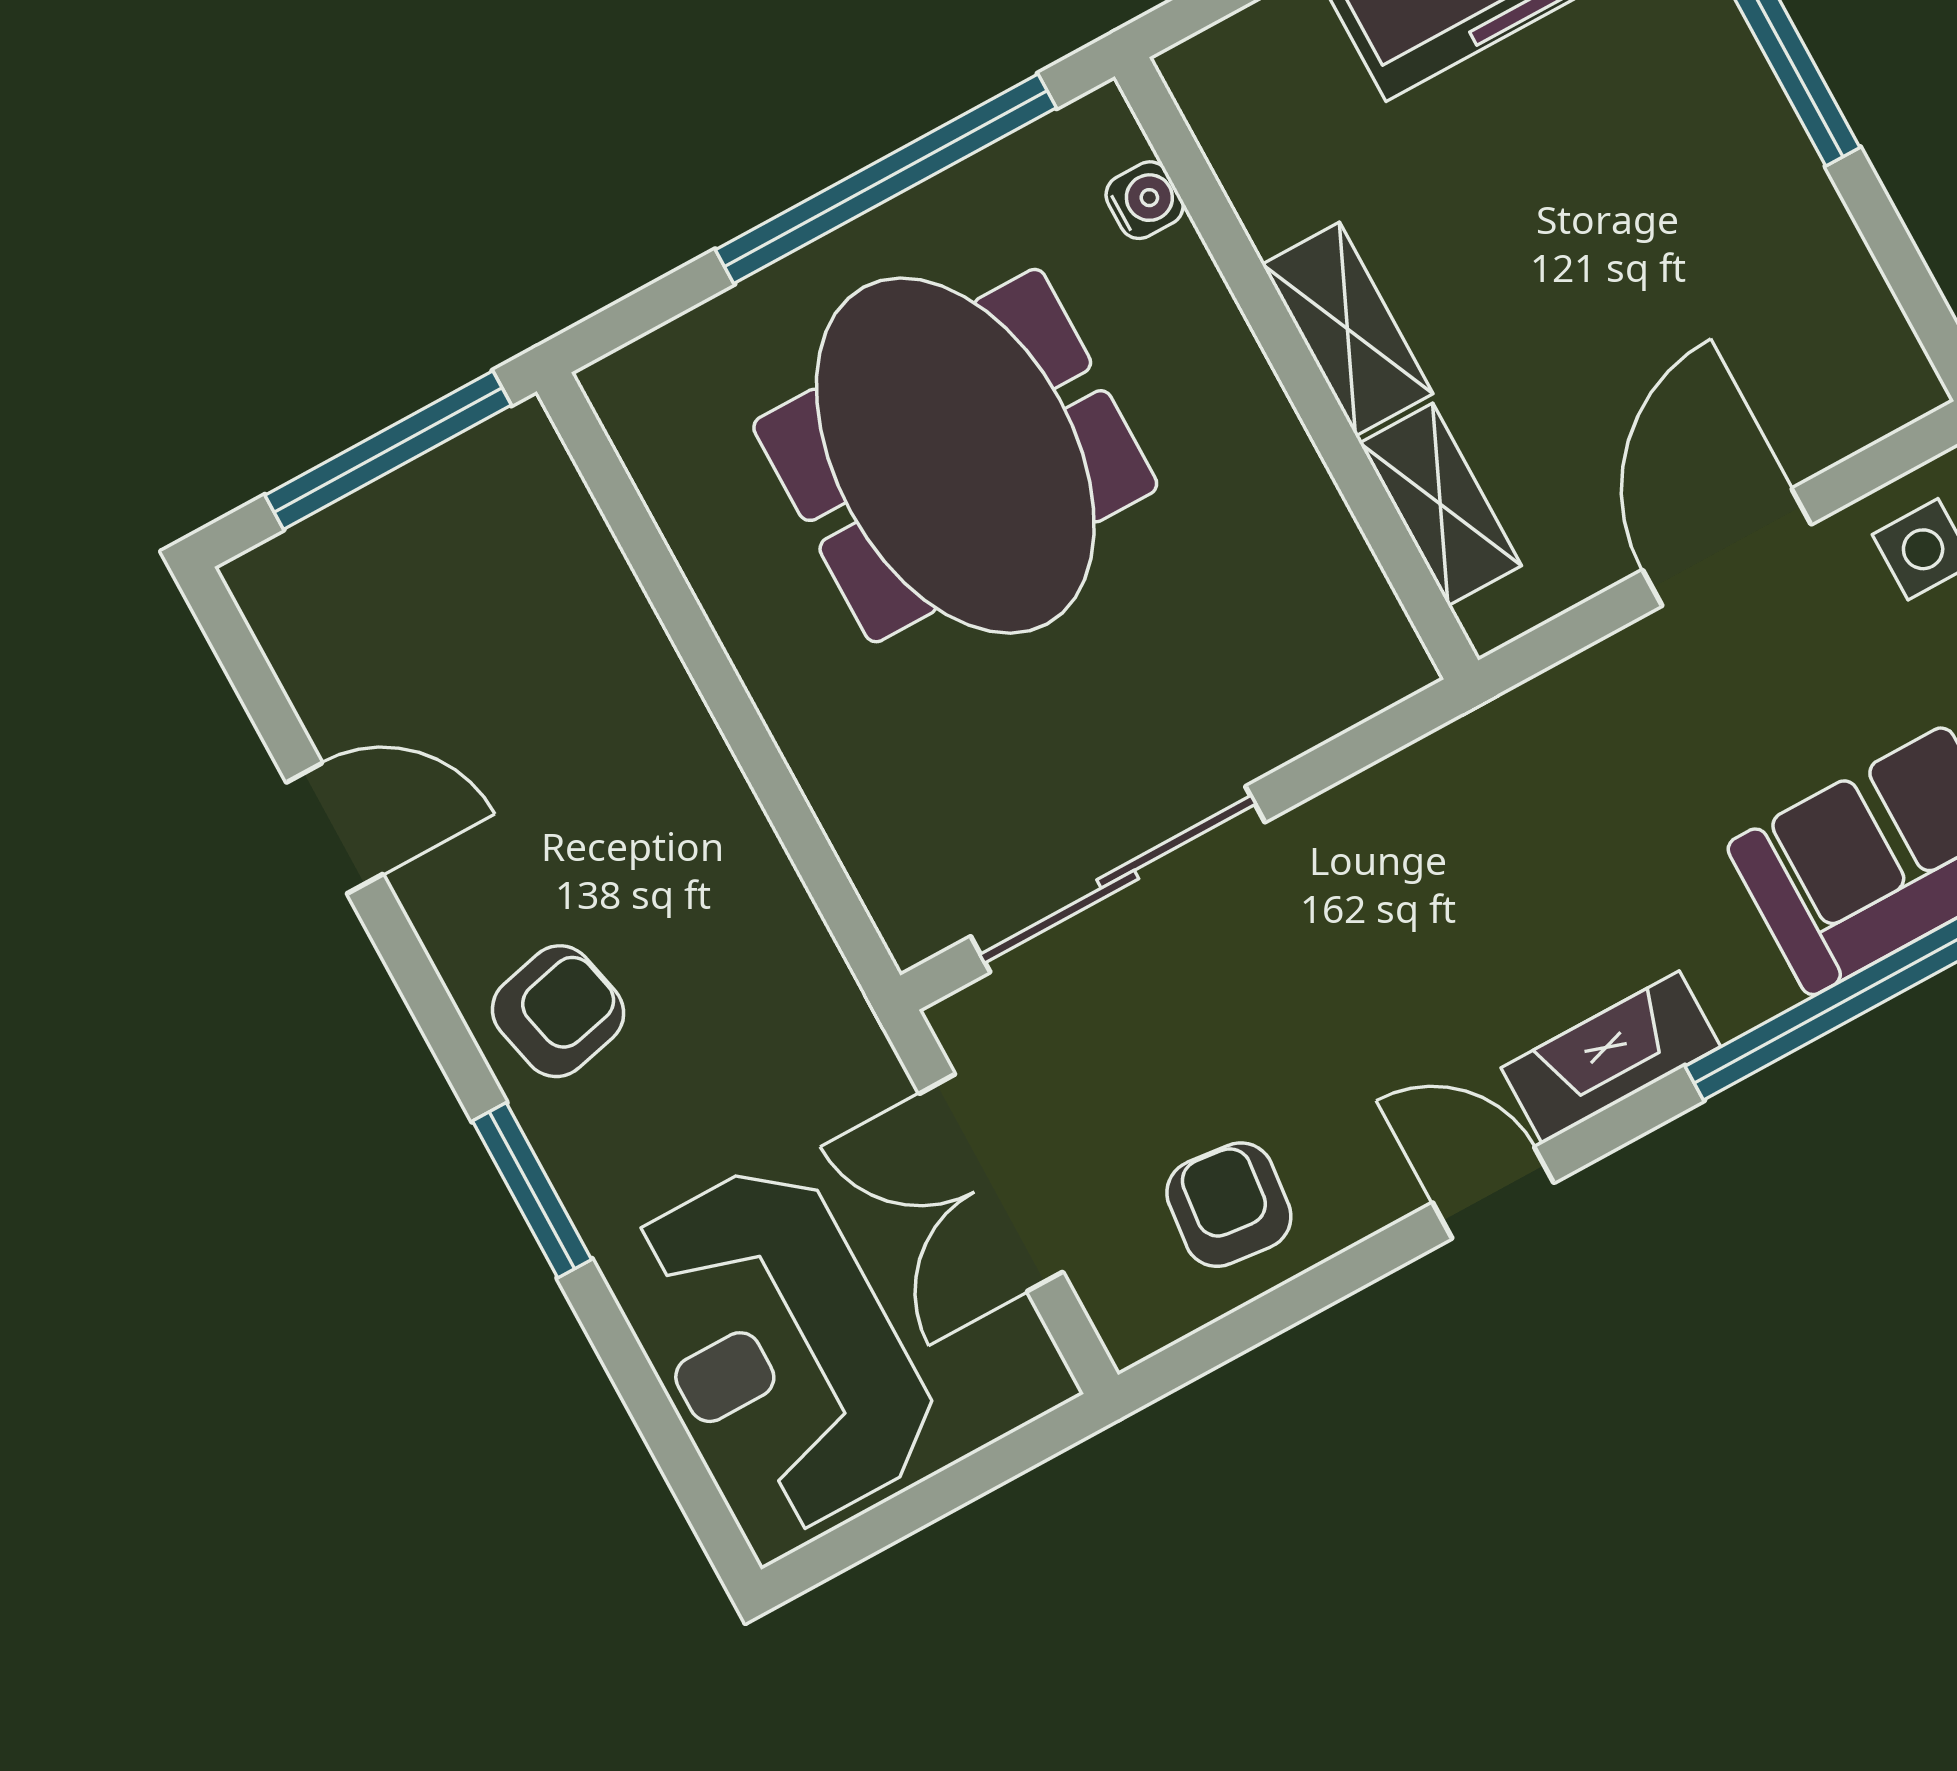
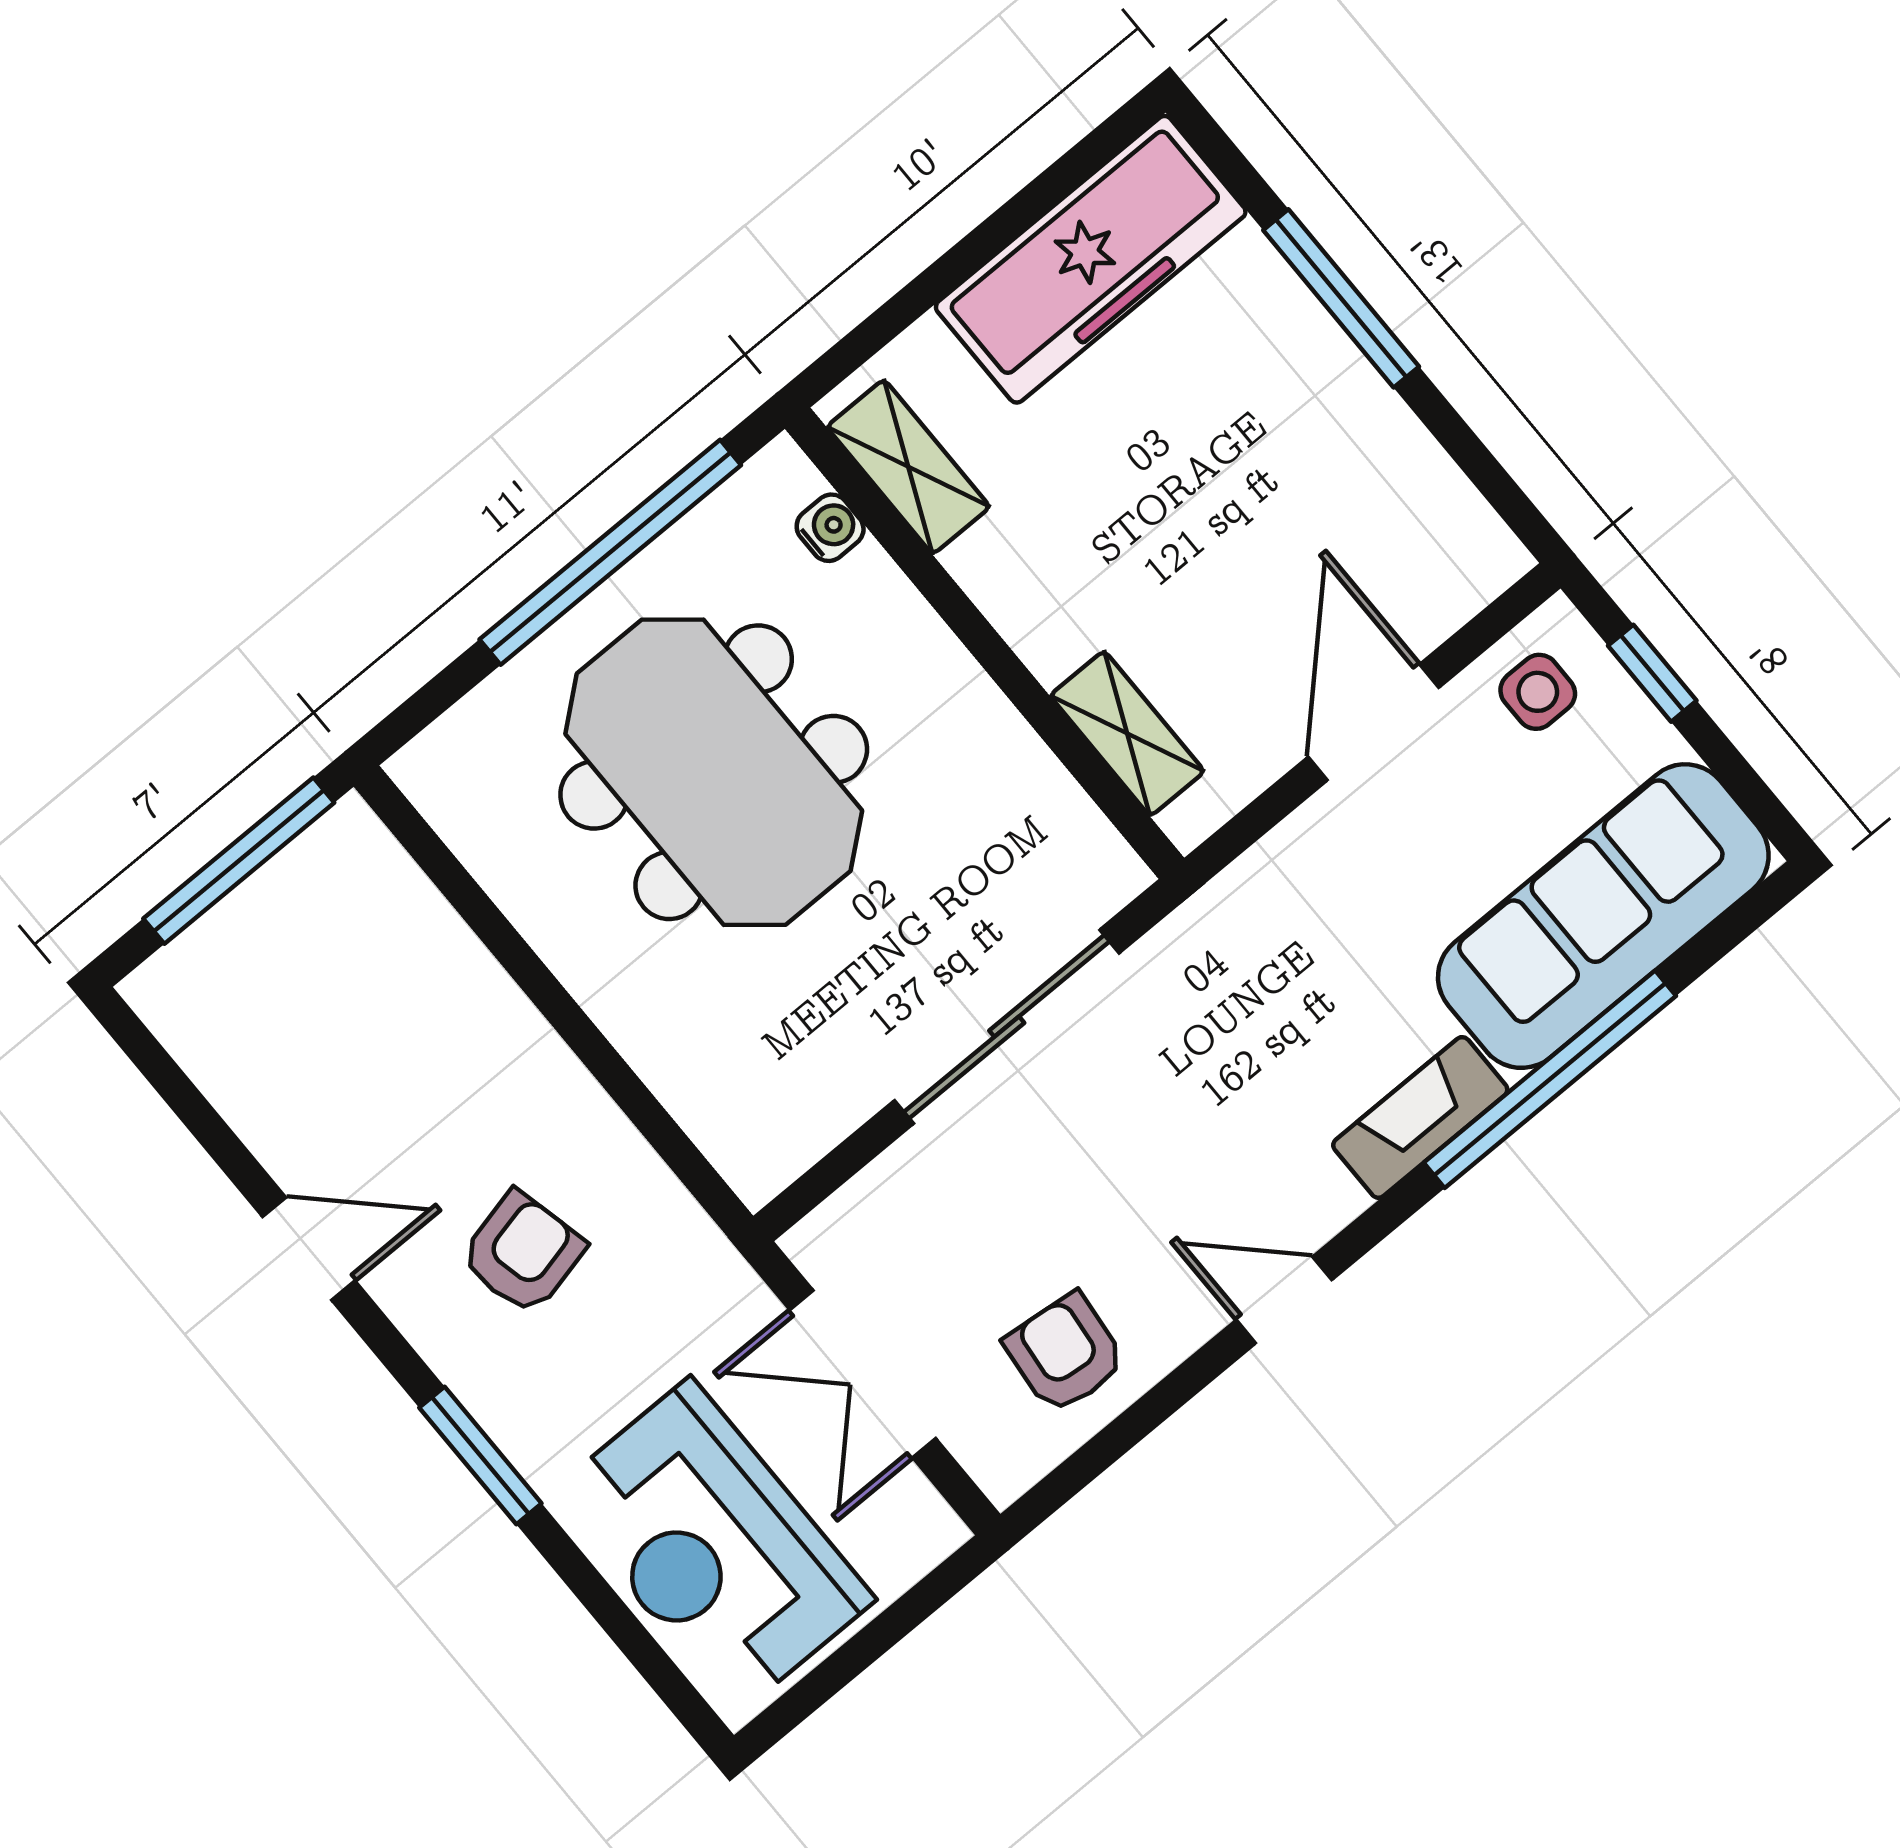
shelving: (1348, 329) -> (908, 467), moved
door: (335, 828) -> (309, 1249), moved
sliding door: (1118, 879) -> (1007, 1027), moved
armchair: (558, 1011) -> (523, 1253), moved
fireplace: (1611, 1057) -> (1420, 1117), moved

